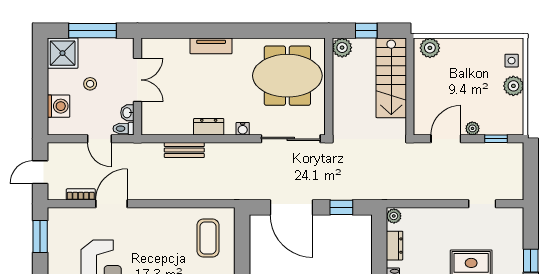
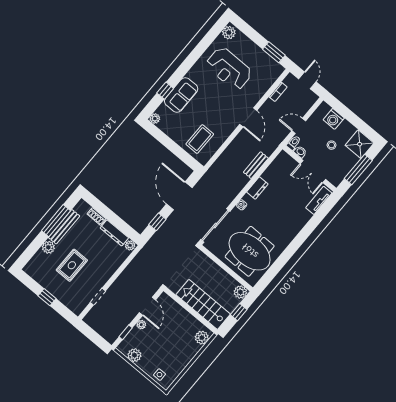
tv unit: (211, 46) -> (319, 200), moved
meeting table: (287, 76) -> (250, 251), turned 90
plant: (513, 86) -> (134, 355), moved
door: (111, 204) -> (248, 117), moved
door: (291, 207) -> (179, 196), hinge flipped
coffee table: (208, 238) -> (200, 139), turned 90
dresser: (395, 246) -> (114, 233), width x1.44

